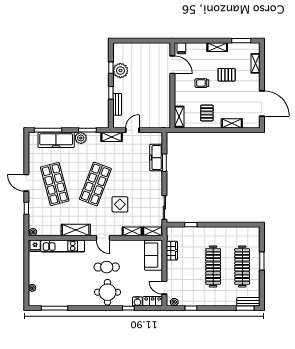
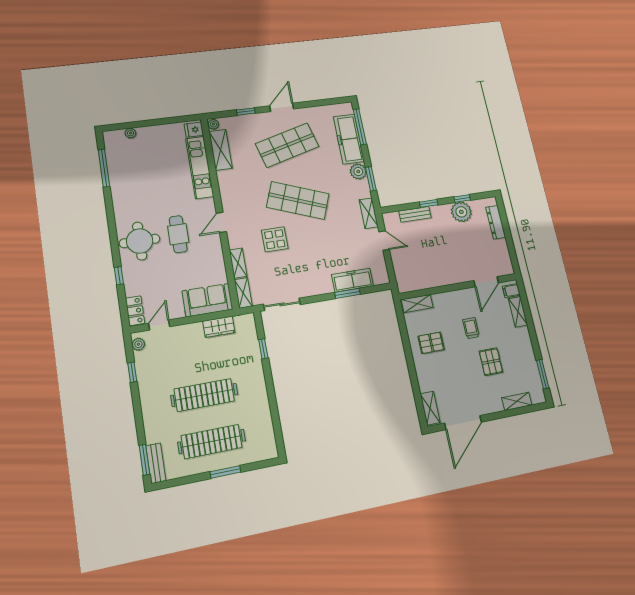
dresser: (132, 47) -> (496, 222), added
shelving: (217, 47) -> (518, 312), moved
shelving: (232, 123) -> (430, 408), moved
shelving: (76, 230) -> (221, 150), moved
water cooler: (137, 301) -> (131, 288), removed

